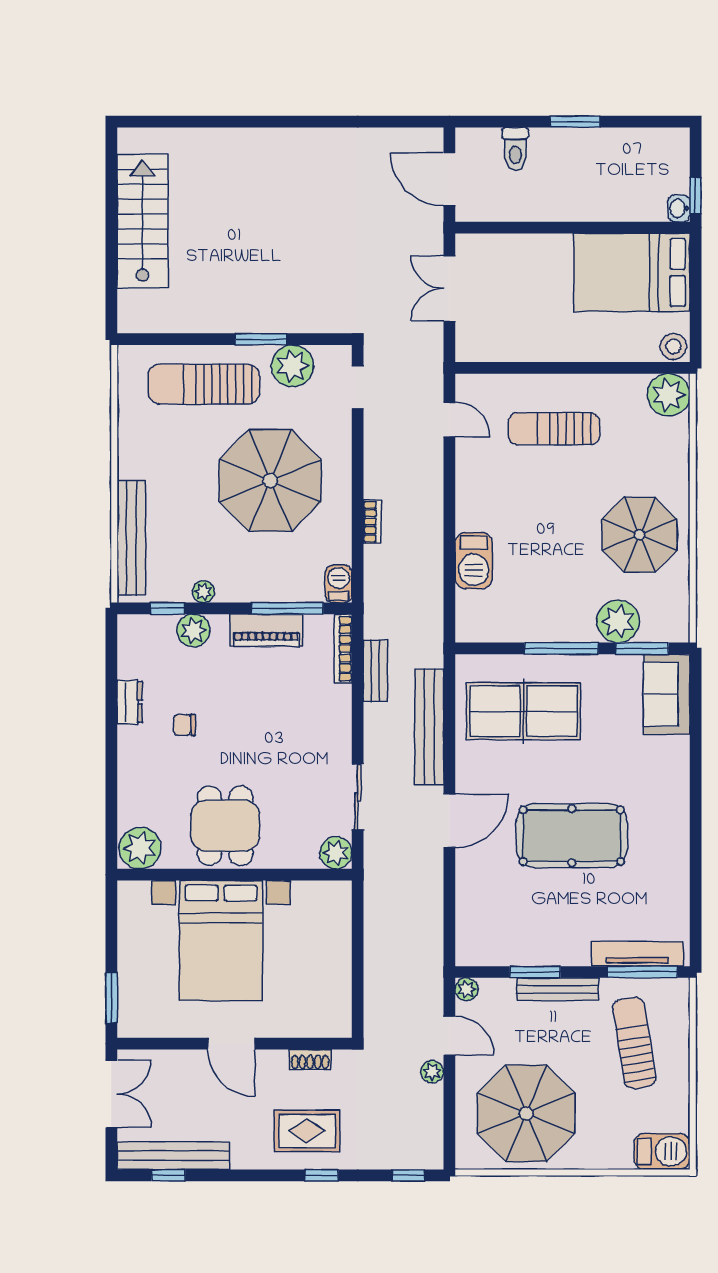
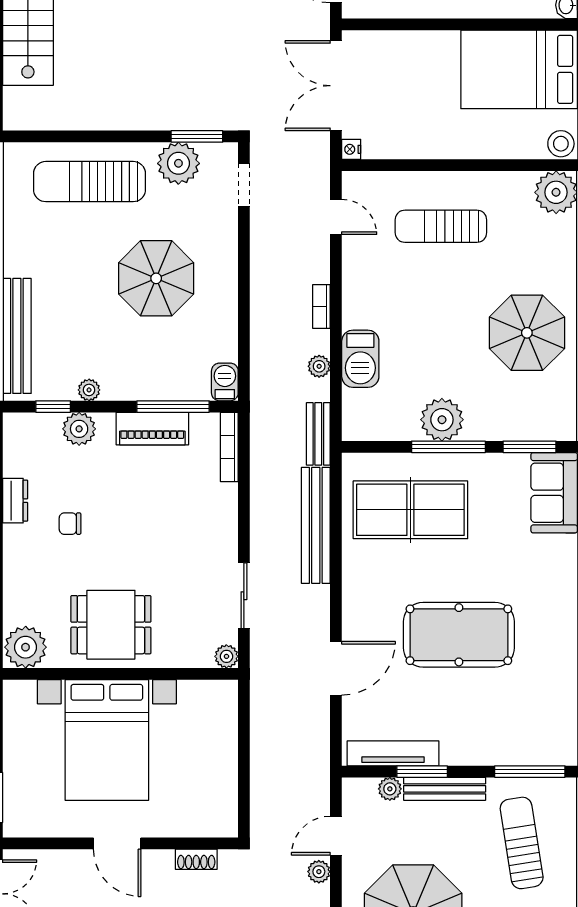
double door: (449, 289) -> (336, 86), width x1.37
window: (261, 339) -> (197, 136), moved
nightstand: (465, 352) -> (351, 149), added
parasol: (270, 481) -> (156, 278), width x0.73, depth x0.73
bookcase: (372, 522) -> (321, 306), moved, turned 180
plant: (433, 568) -> (319, 366), added
plant: (618, 621) -> (442, 420), moved
bench: (375, 671) -> (318, 434), moved
door: (449, 821) -> (336, 668), moved
dining table: (225, 826) -> (111, 625), turned 90
plant: (336, 853) -> (226, 656), width x0.73, depth x0.73
tv unit: (637, 954) -> (393, 753), moved
plant: (467, 989) -> (390, 789), moved
door: (449, 1036) -> (336, 836), swing flipped

